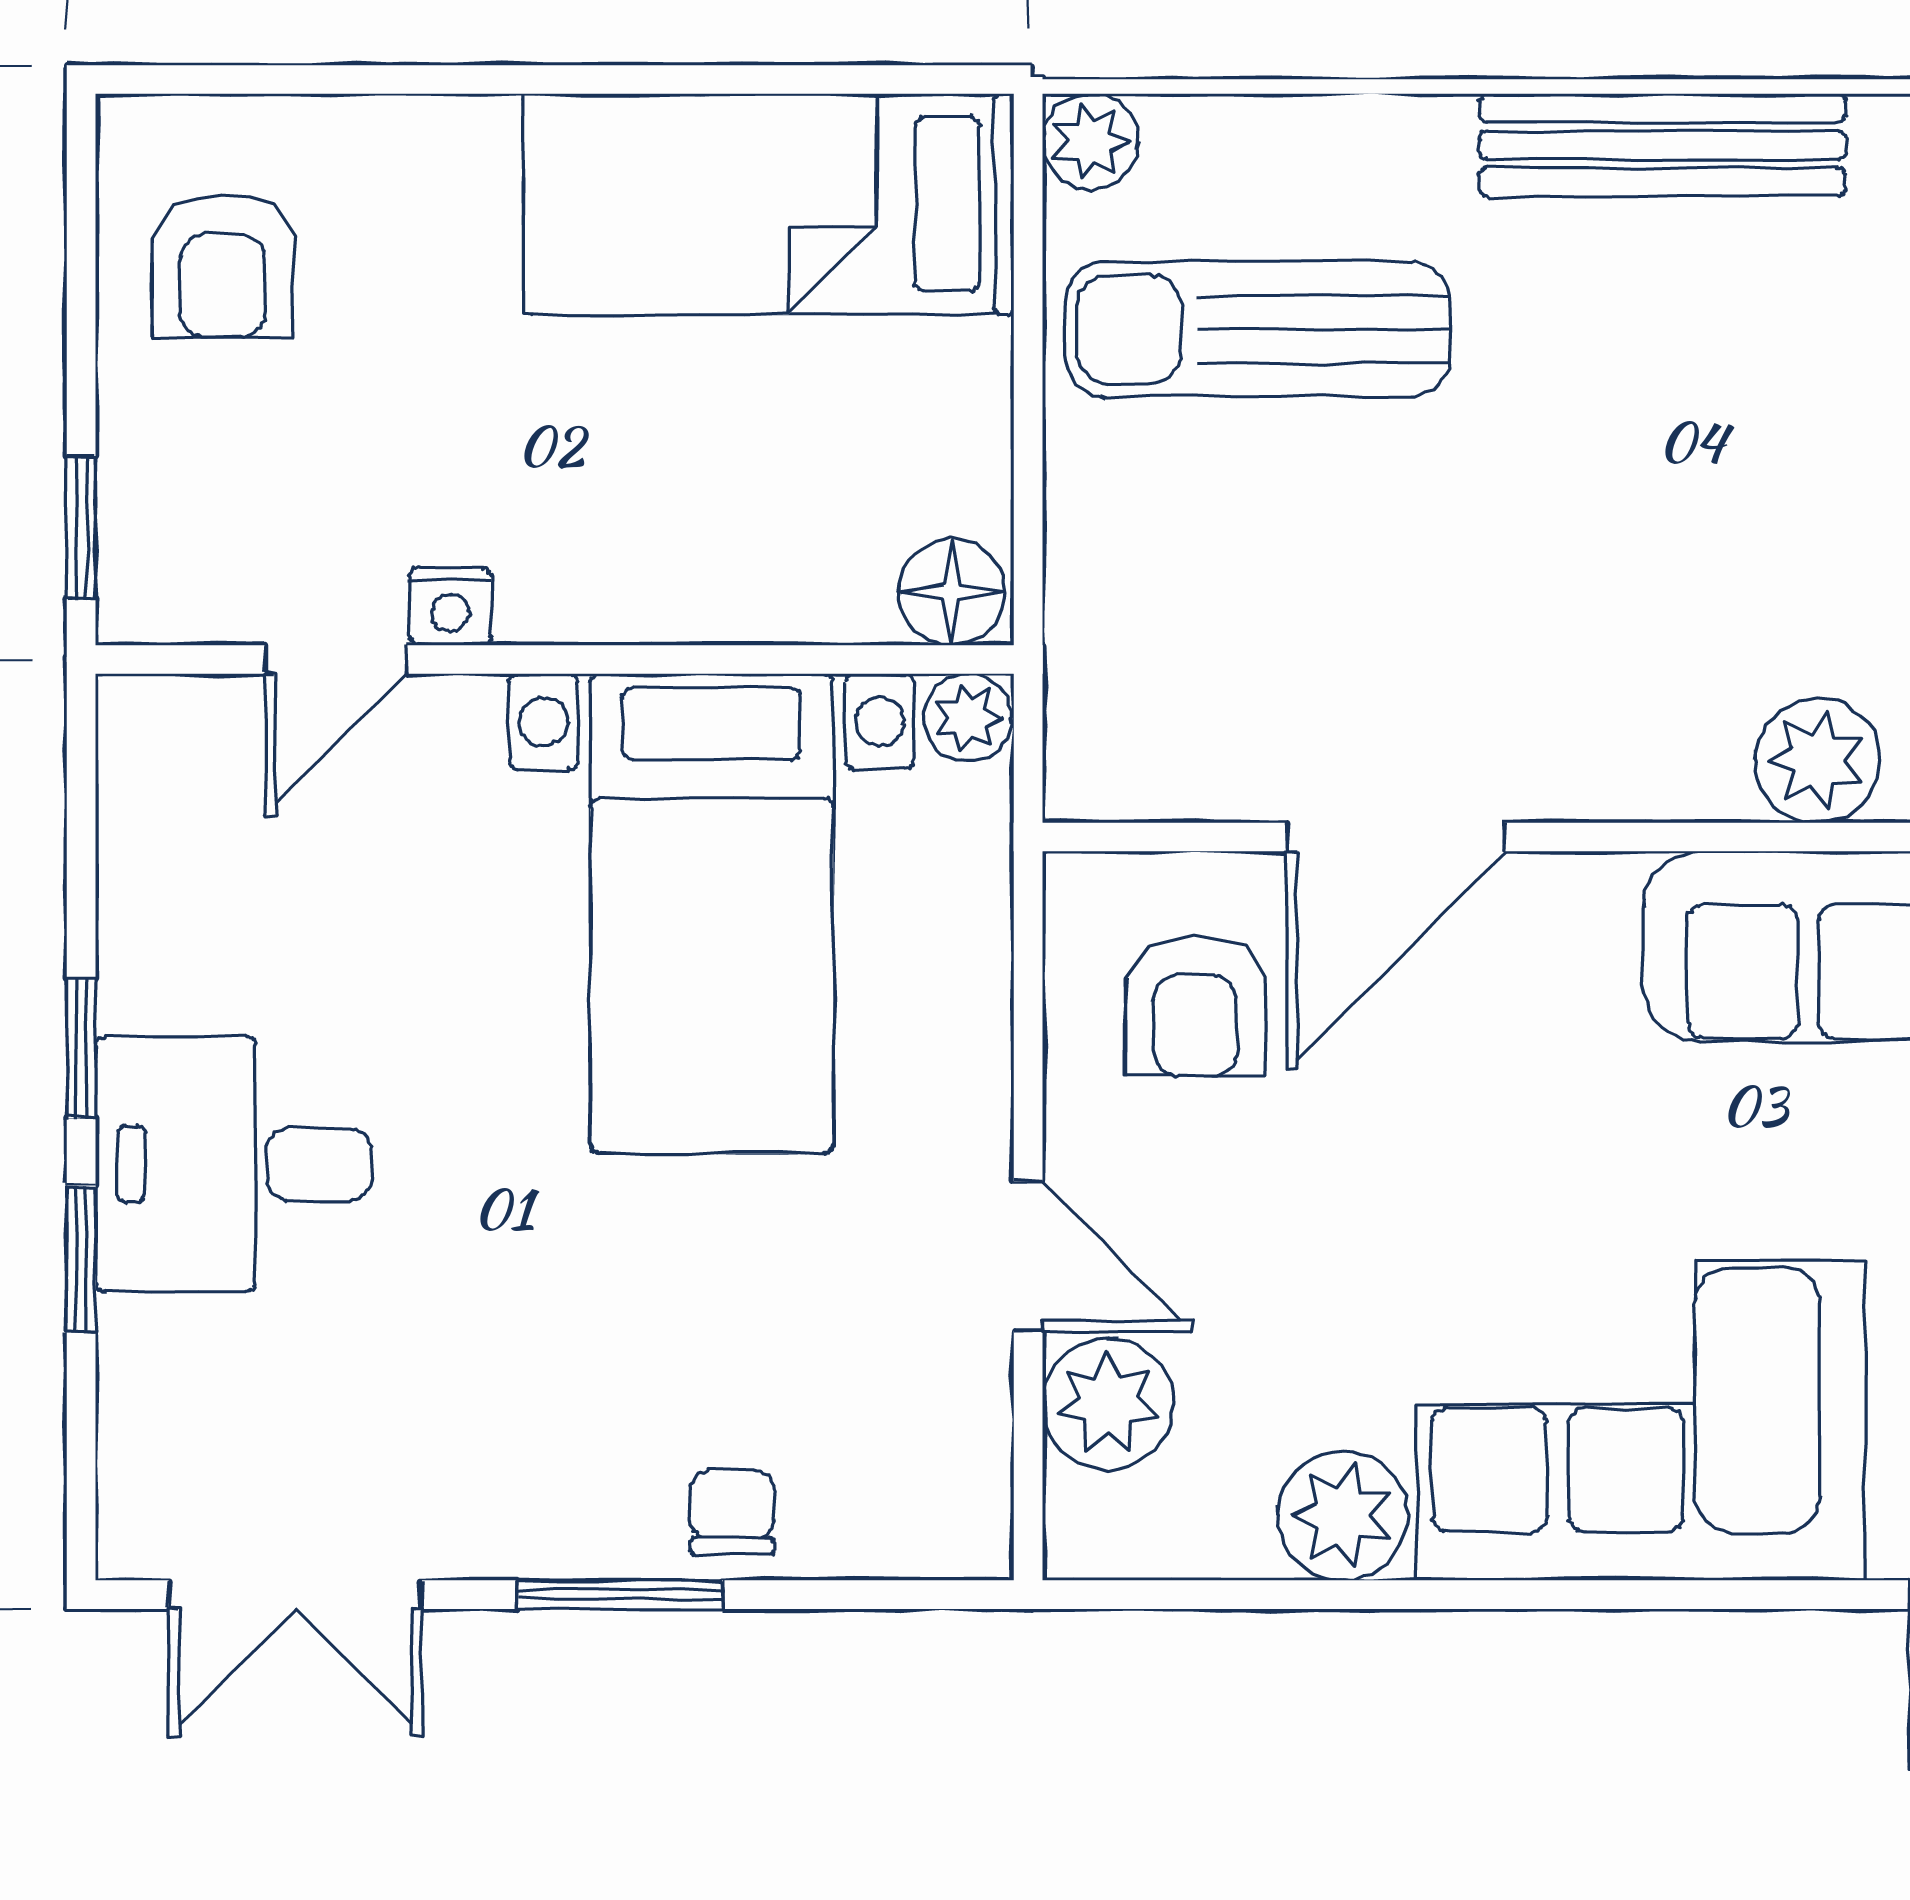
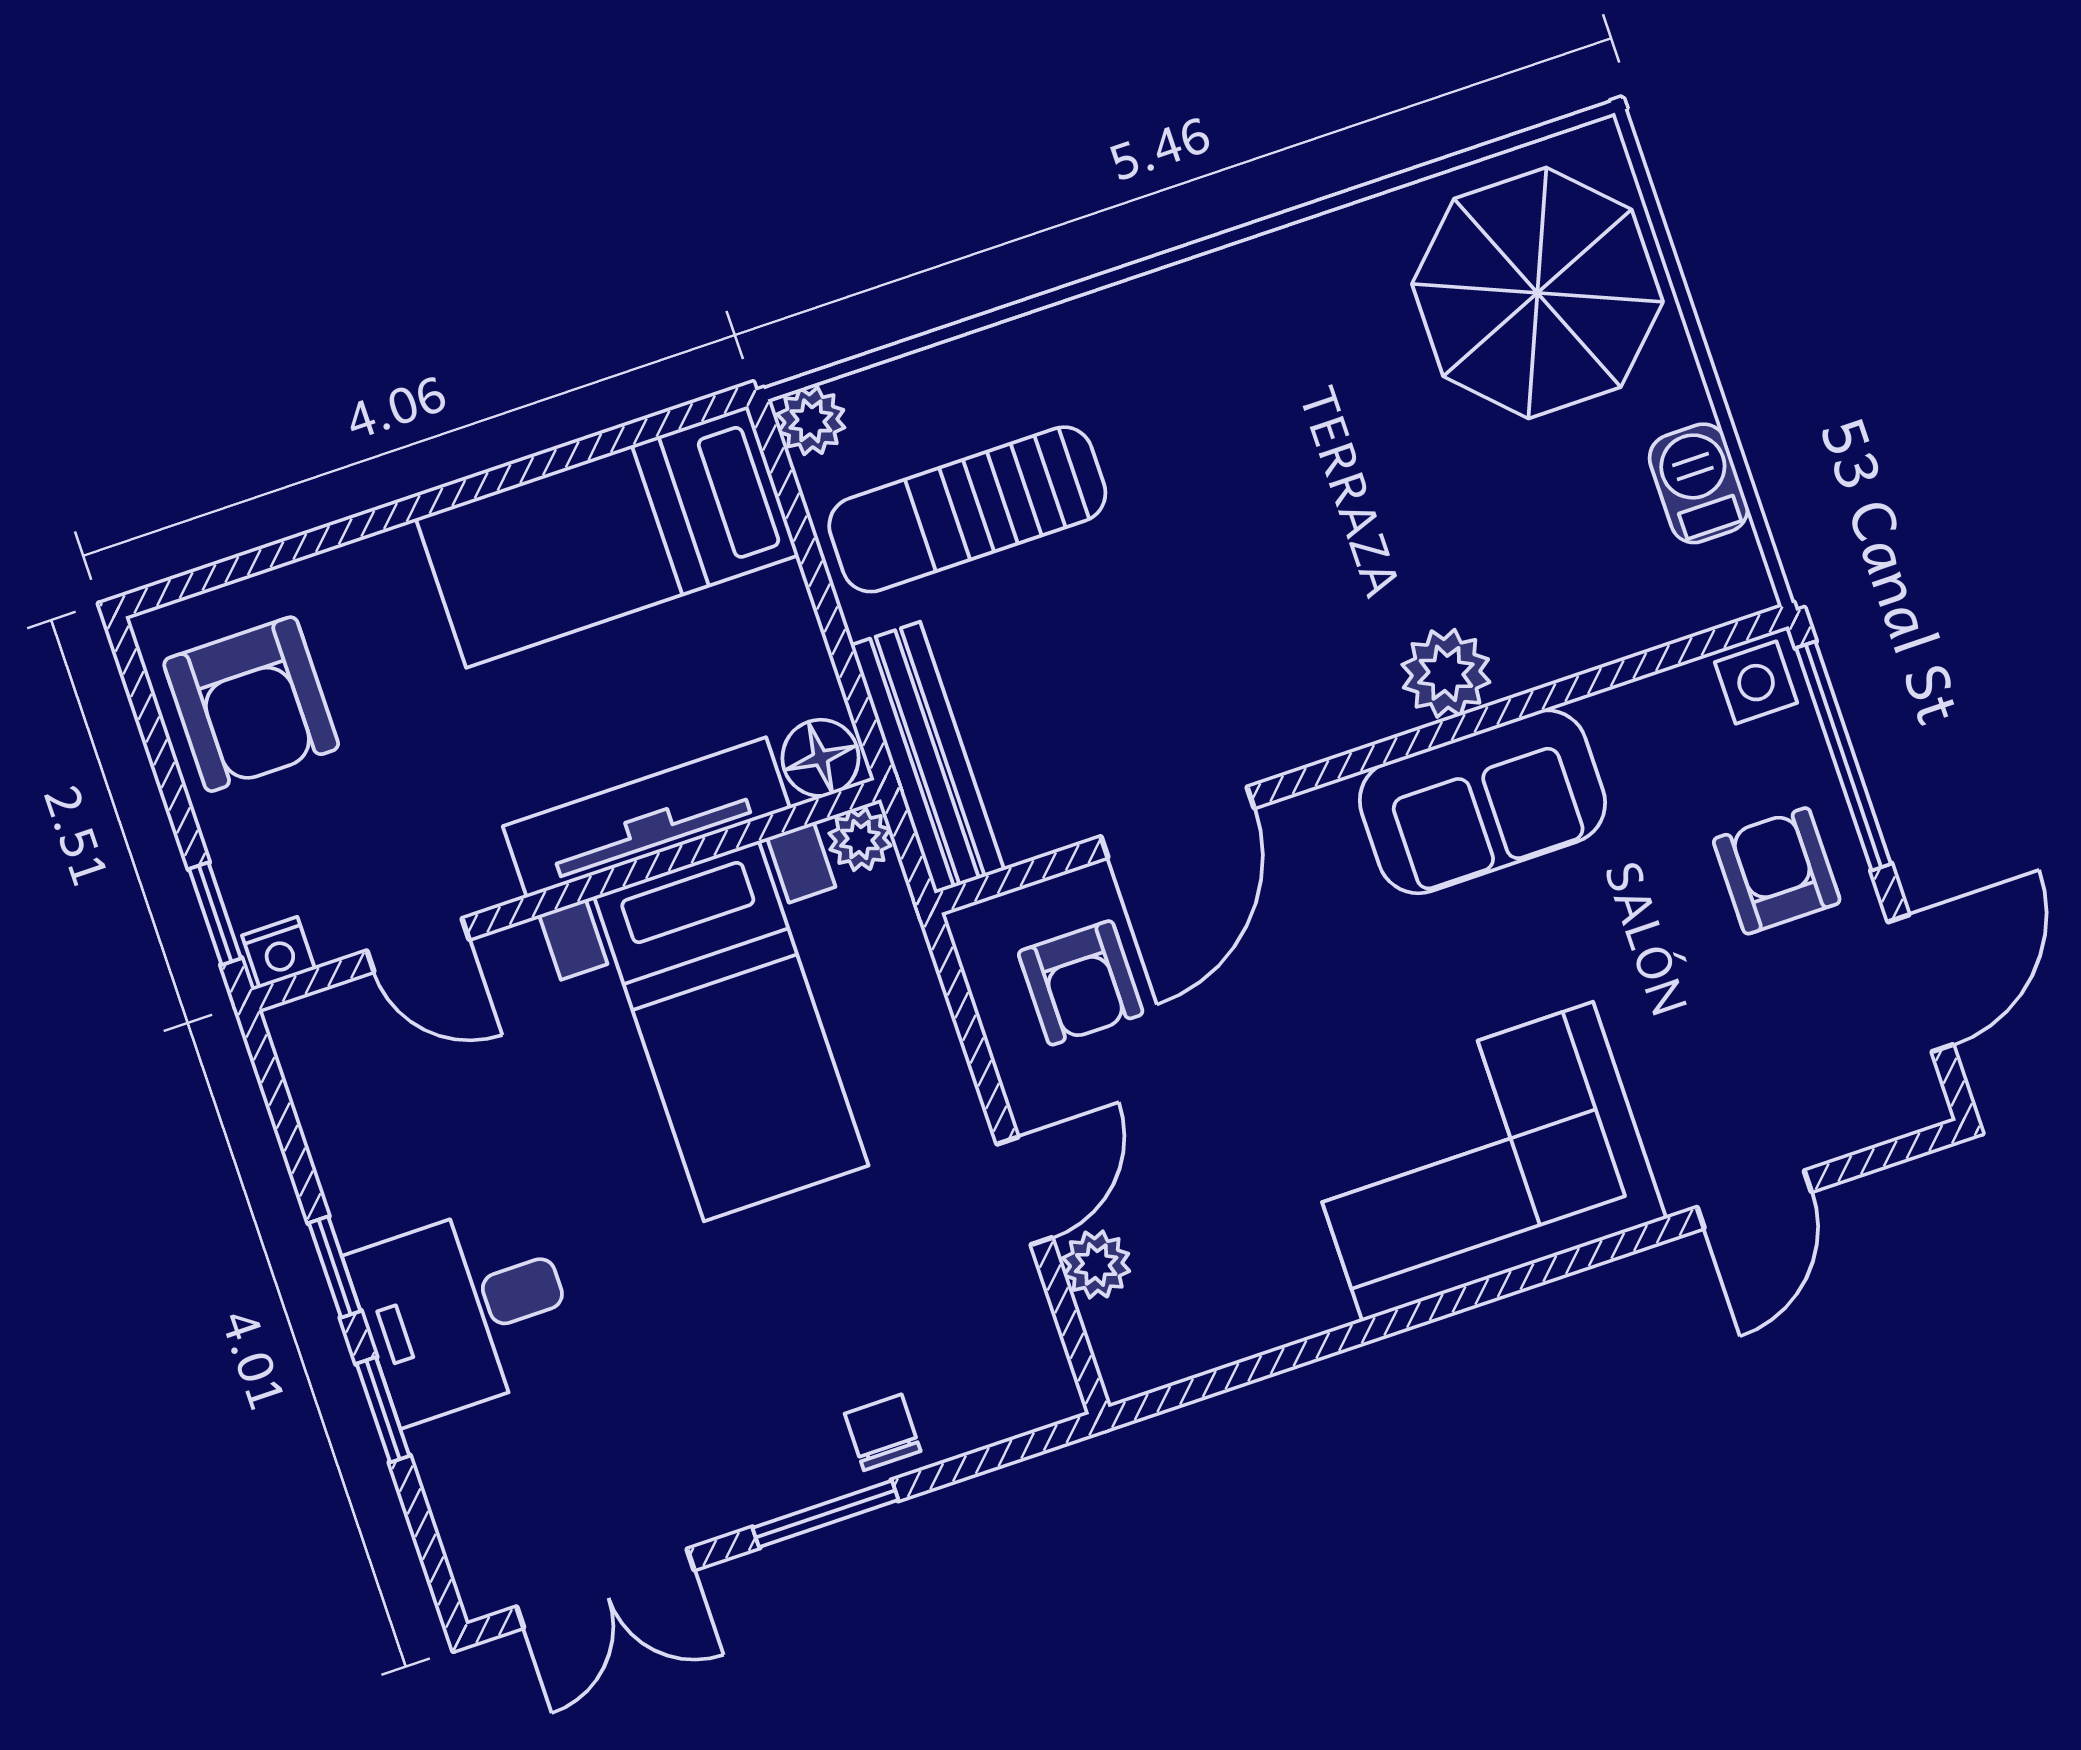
bench: (1663, 145) -> (927, 758), moved, turned 90
armchair: (223, 266) -> (251, 704), width x1.38, depth x1.38
tv unit: (695, 593) -> (646, 817), added
nightstand: (450, 607) -> (278, 952), moved
door: (336, 659) -> (418, 945), hinge flipped
door: (1028, 1256) -> (1025, 1191), hinge flipped
plant: (1108, 1404) -> (1096, 1264), width x0.73, depth x0.73
plant: (1342, 1516) -> (1297, 1294), removed

